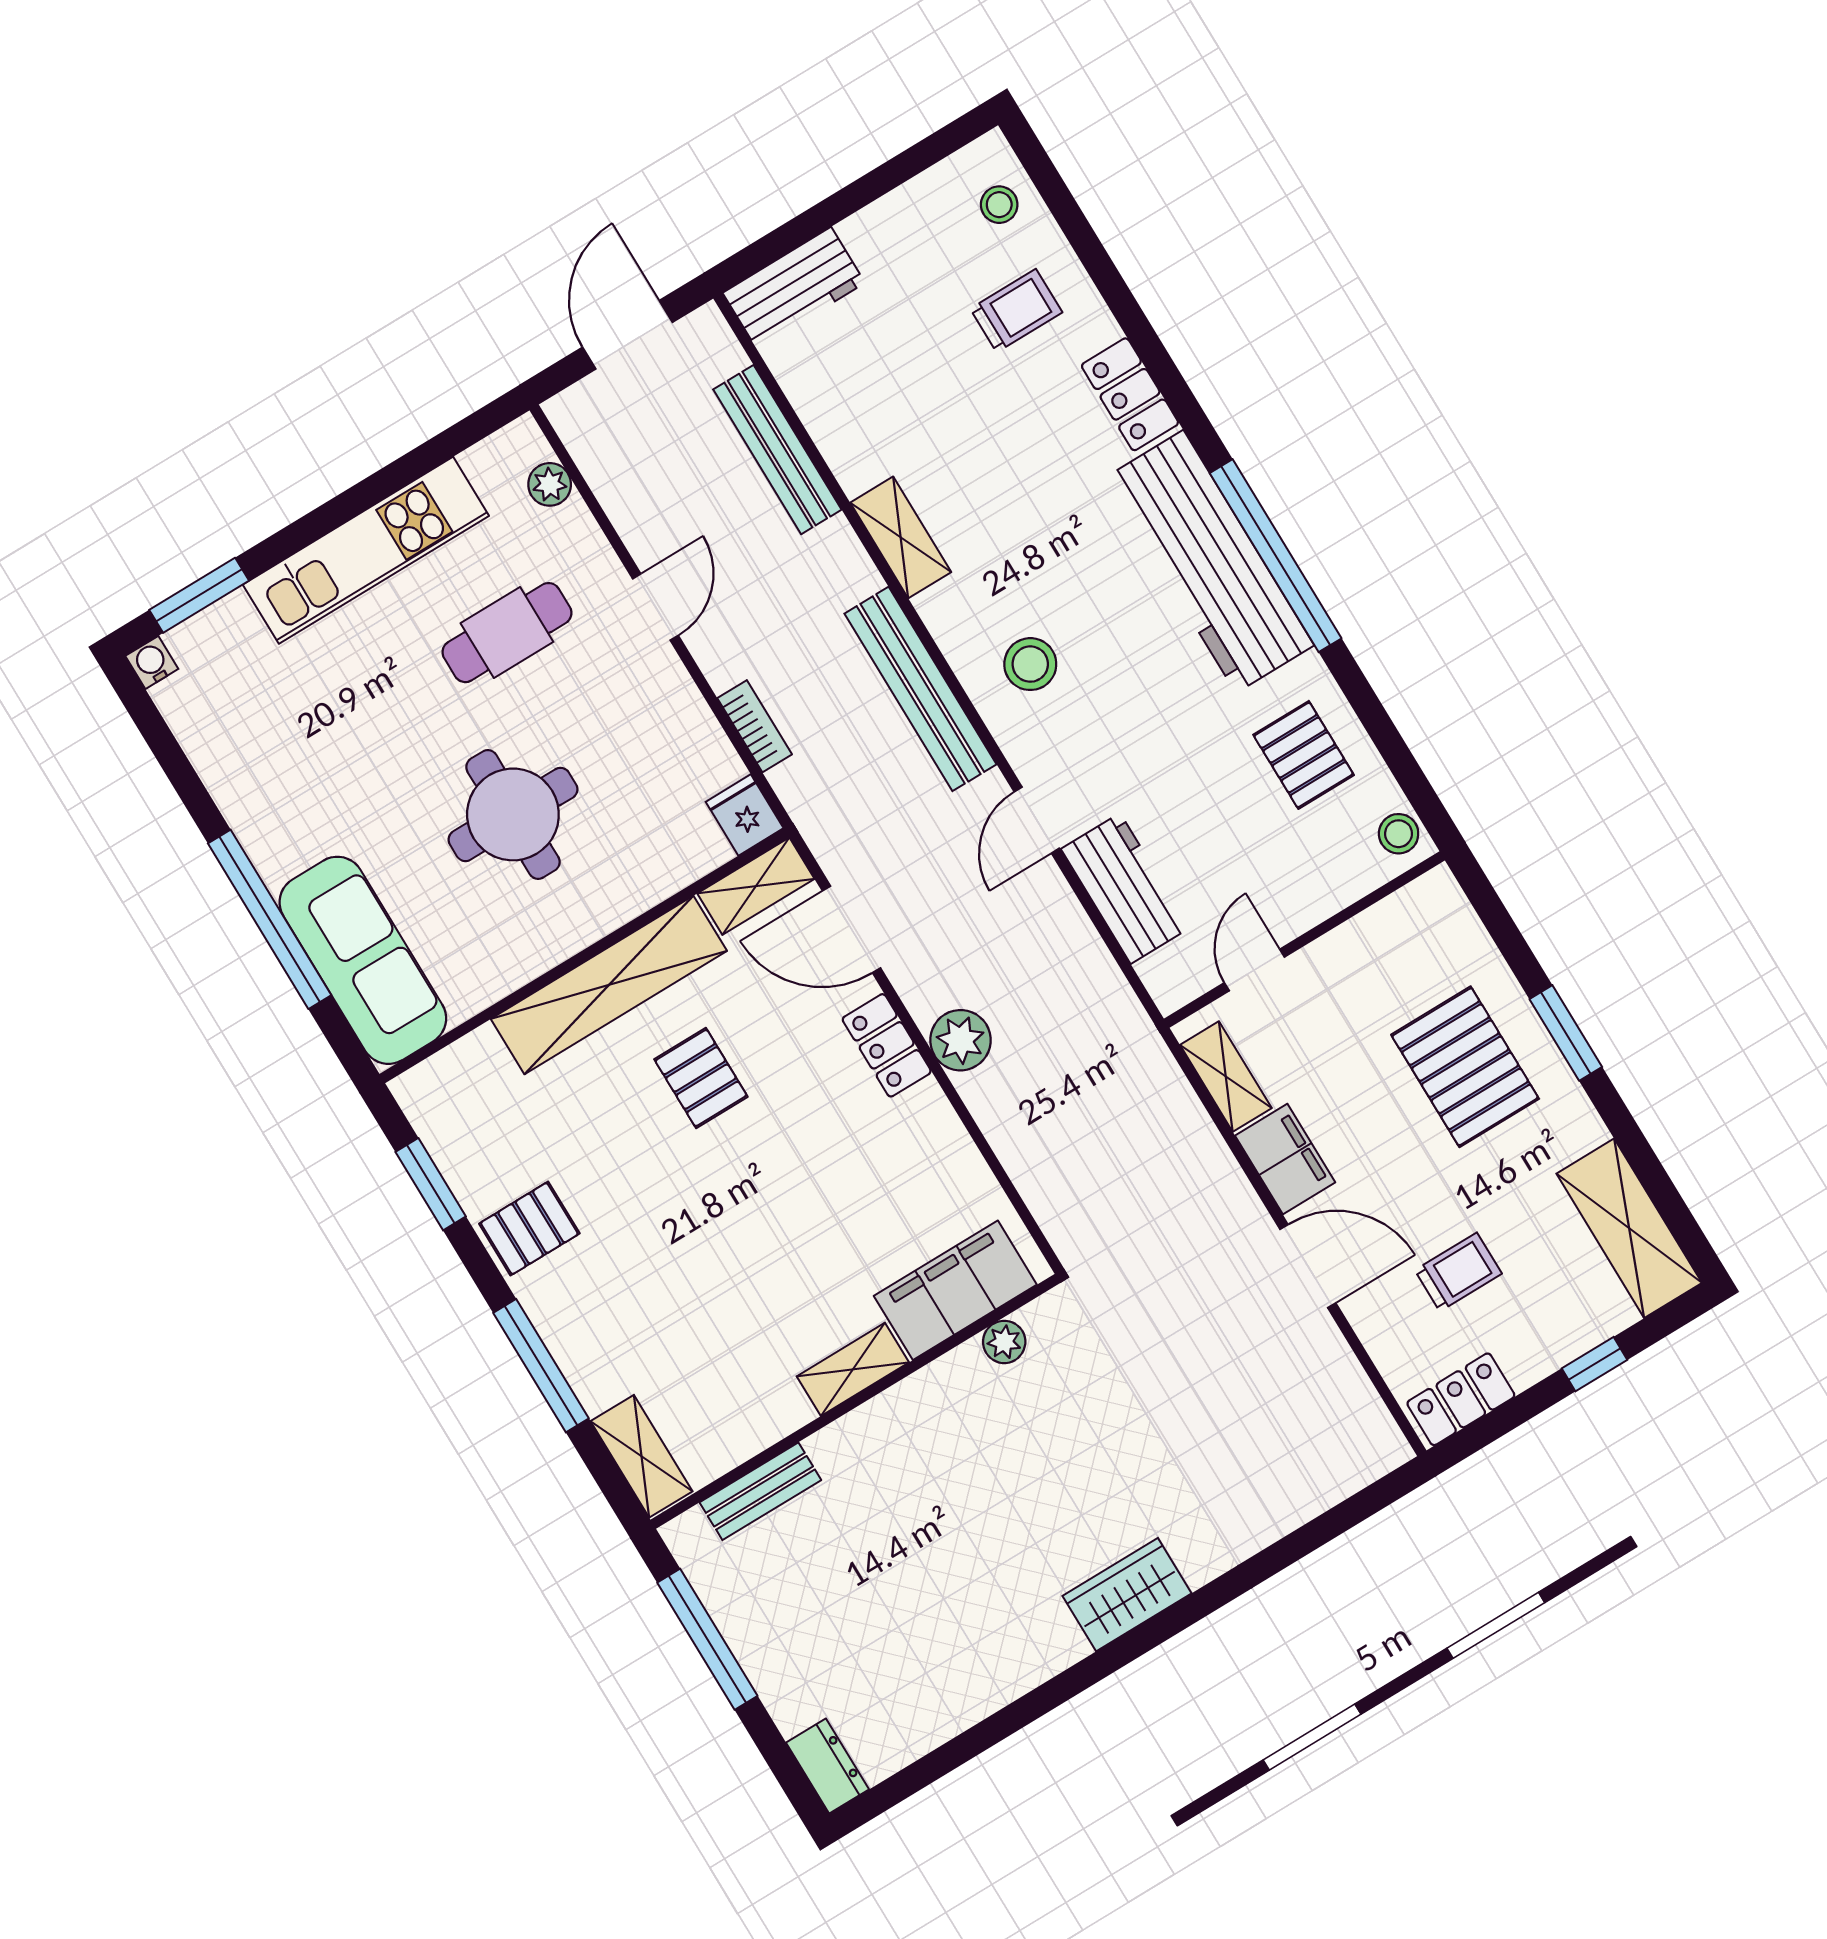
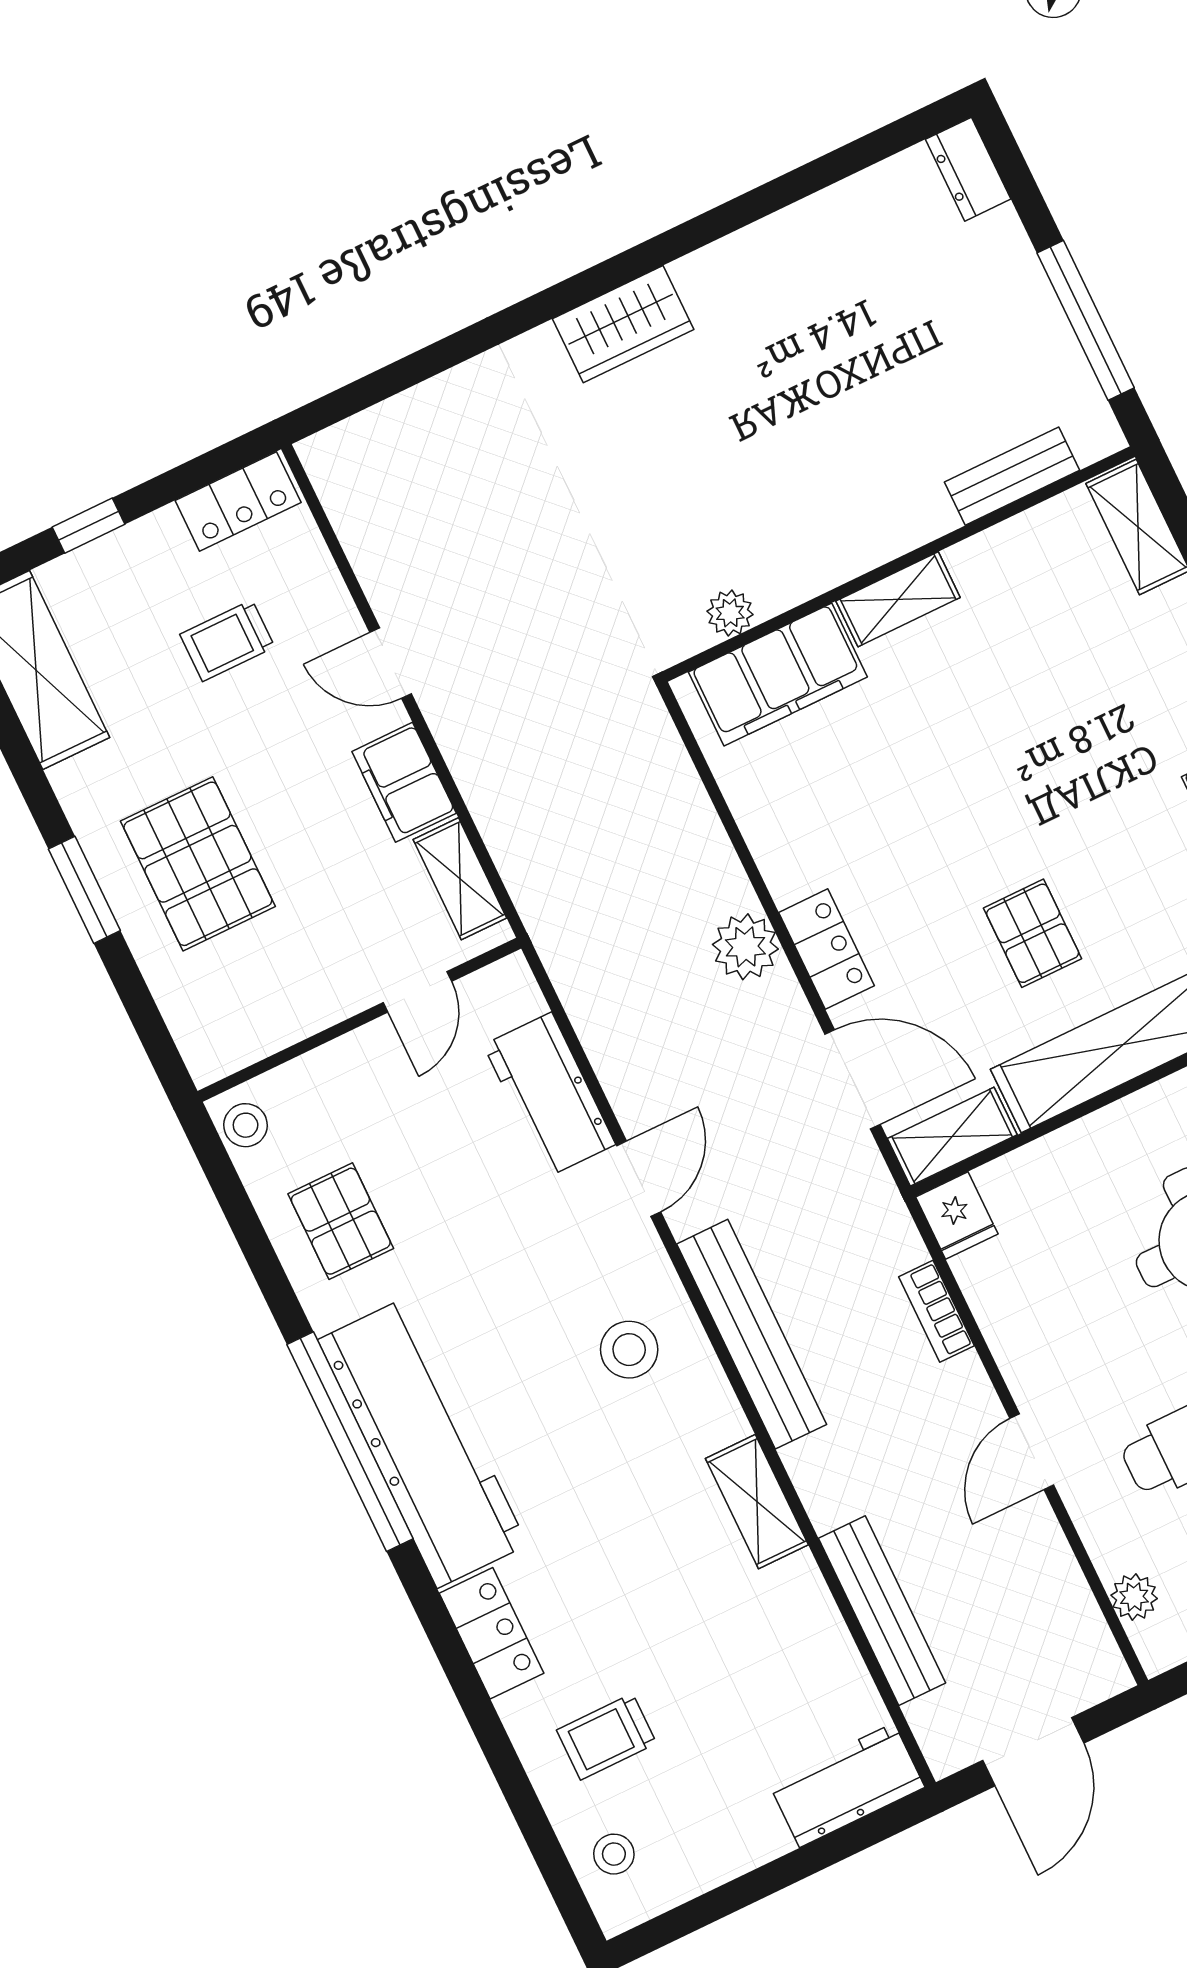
door: (1308, 1266) -> (391, 663), width x0.73

